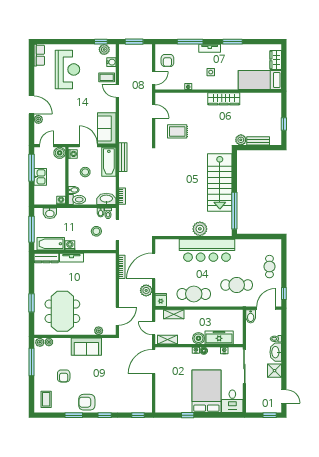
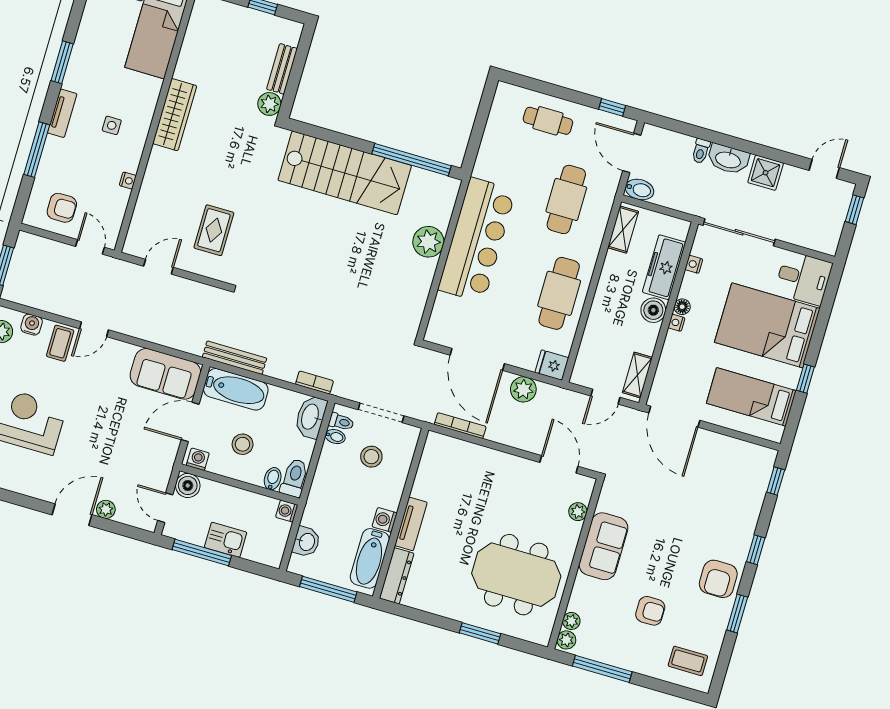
shelving: (174, 314) -> (623, 230), moved
bed: (172, 393) -> (751, 397), added

